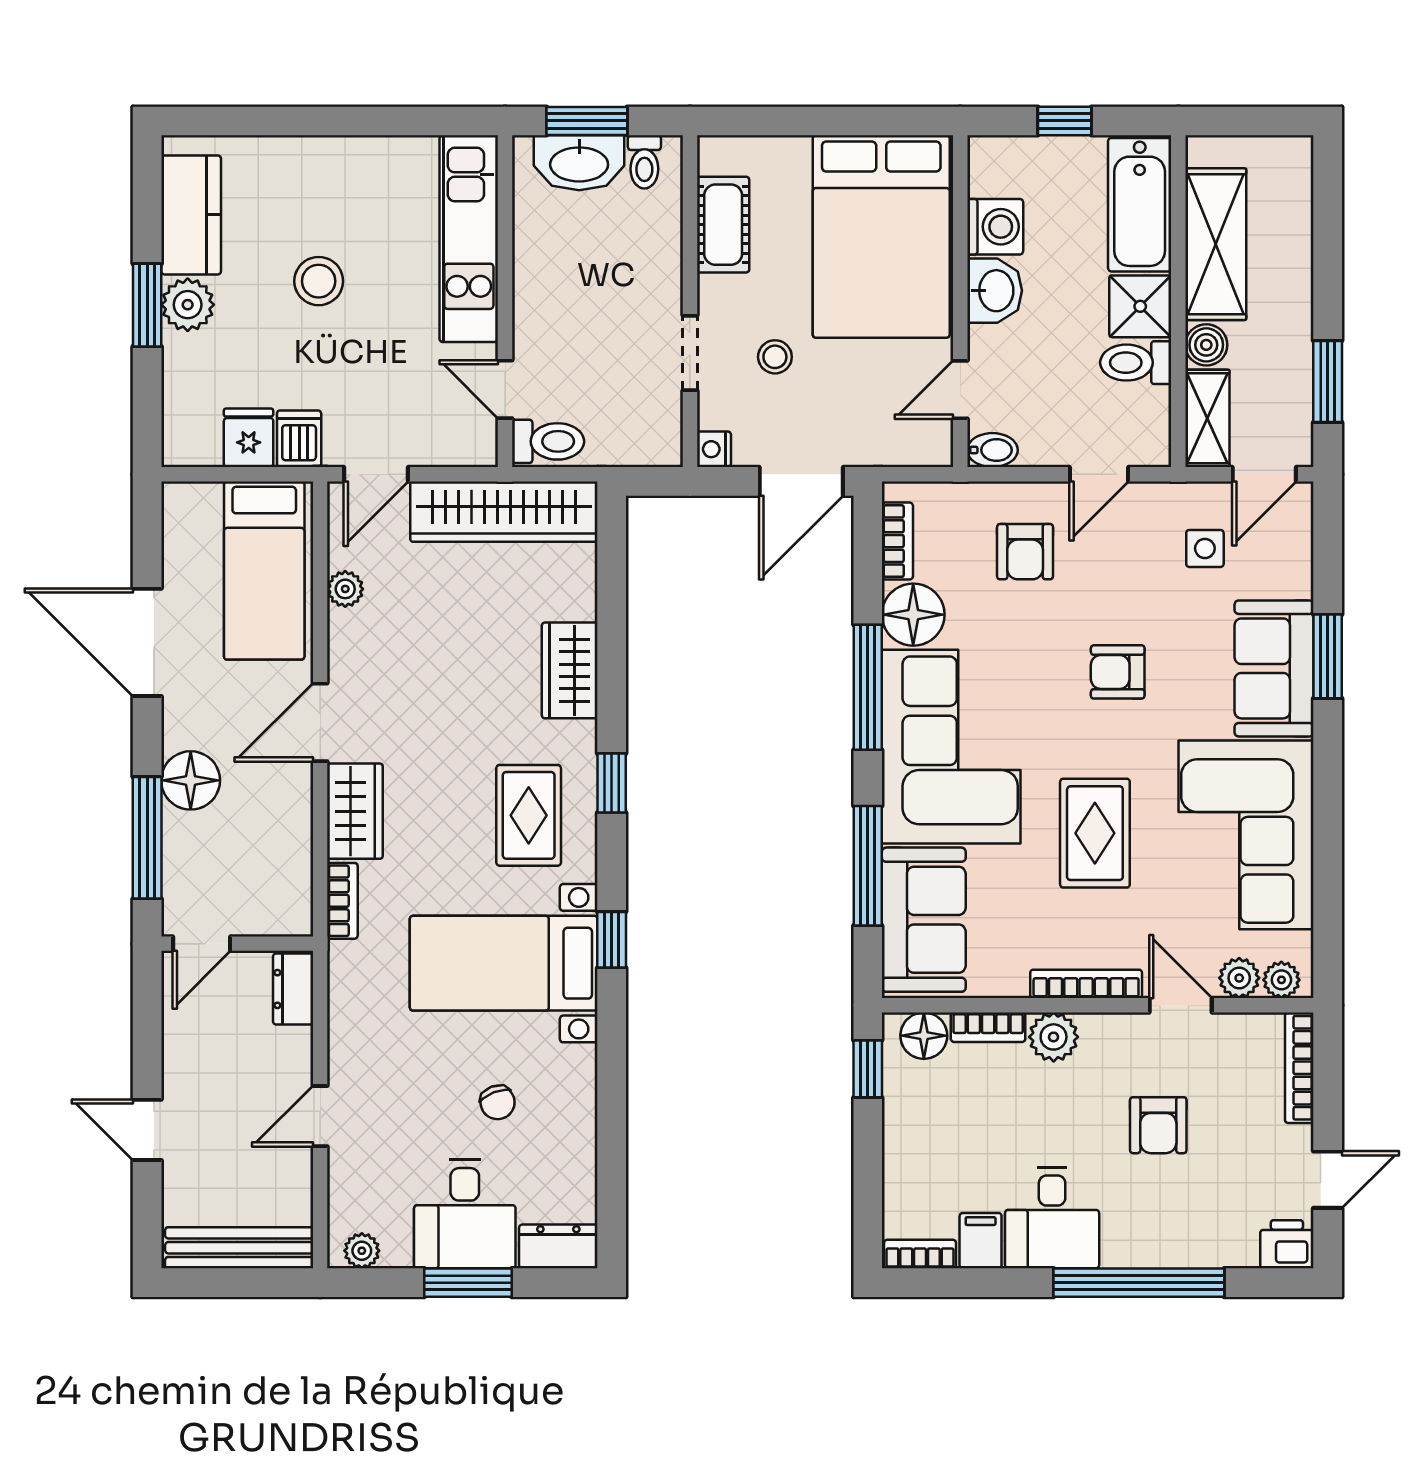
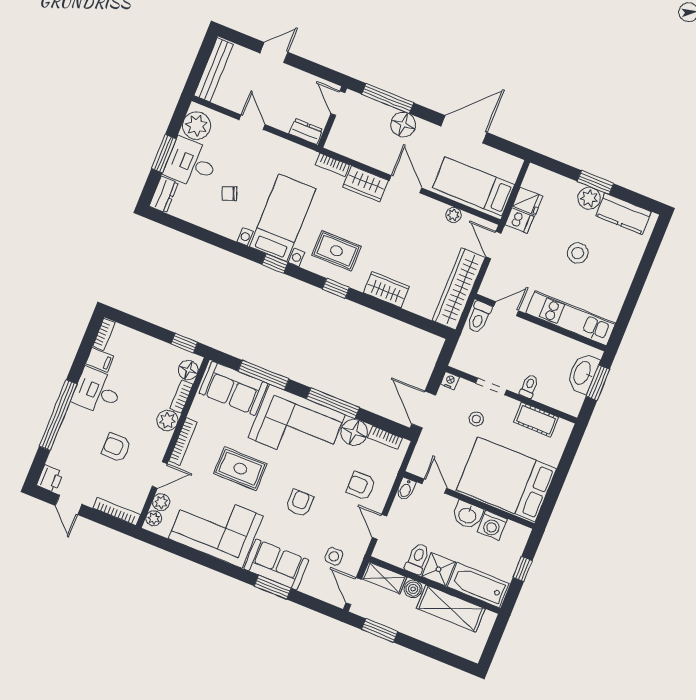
toilet: (644, 162) -> (529, 386), moved, turned 90
plant: (362, 1251) -> (197, 126), width x1.88, depth x1.88

